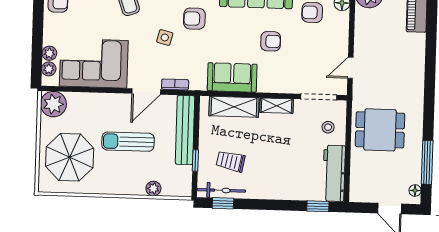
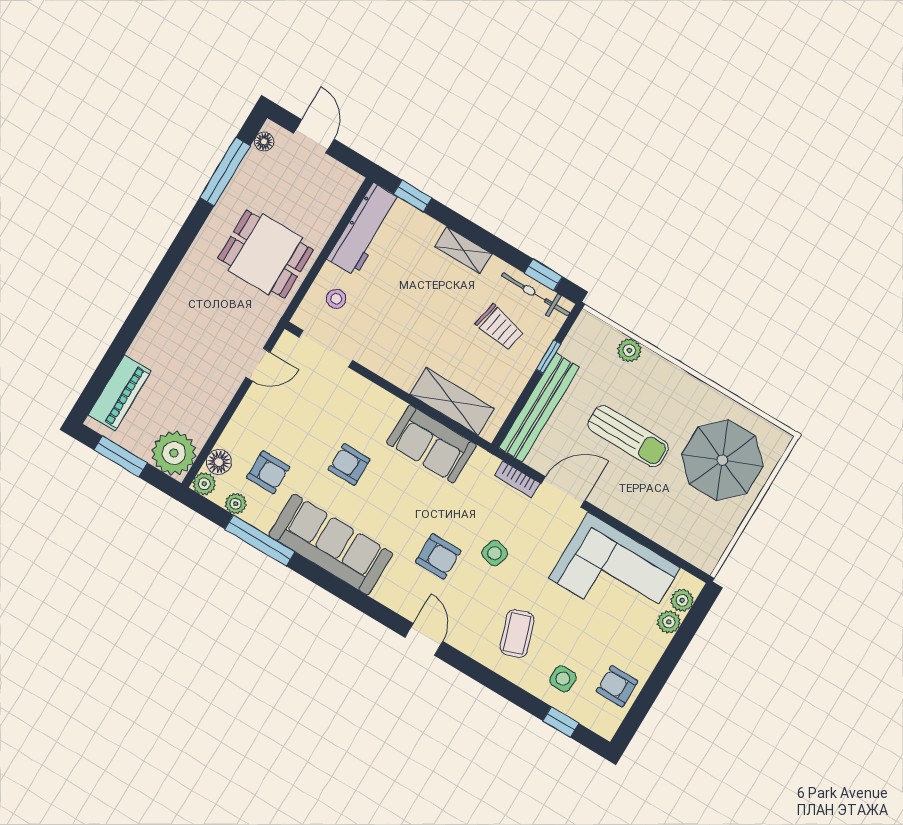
plant: (53, 104) -> (703, 547), removed
shelving: (277, 106) -> (463, 250), moved

